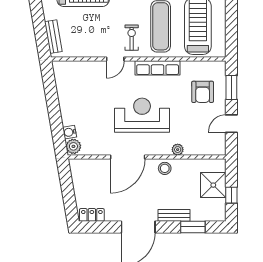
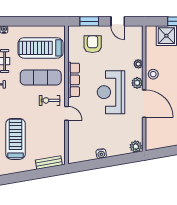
armchair: (203, 92) -> (93, 44), turned -90
water cooler: (70, 132) -> (101, 154), moved
plant: (154, 148) -> (137, 83), added

